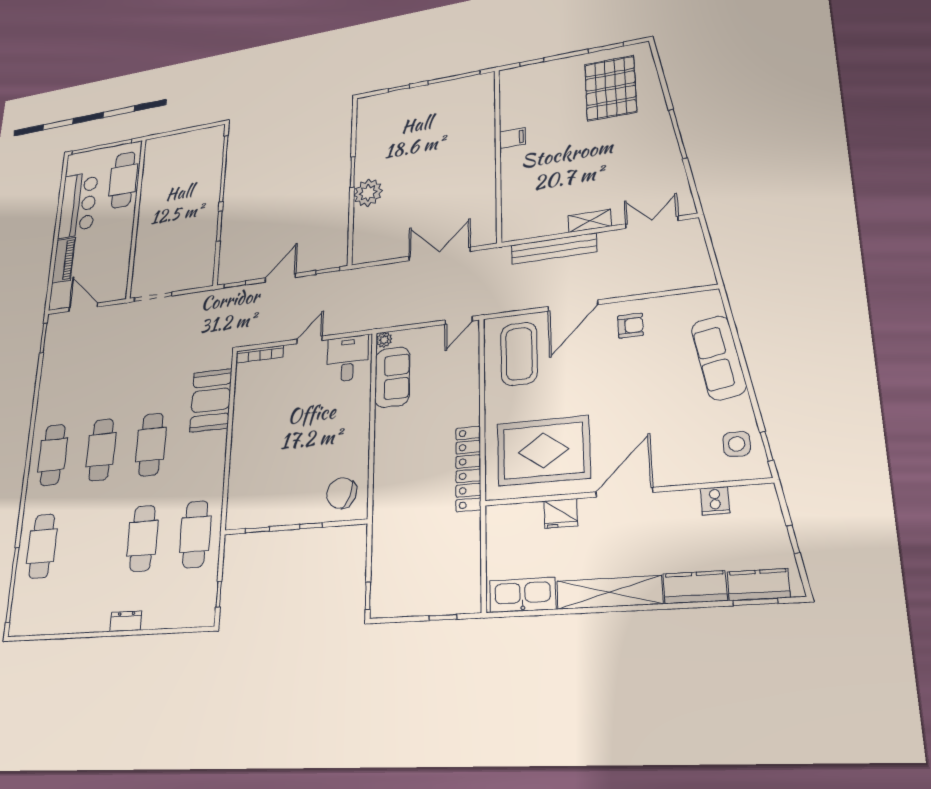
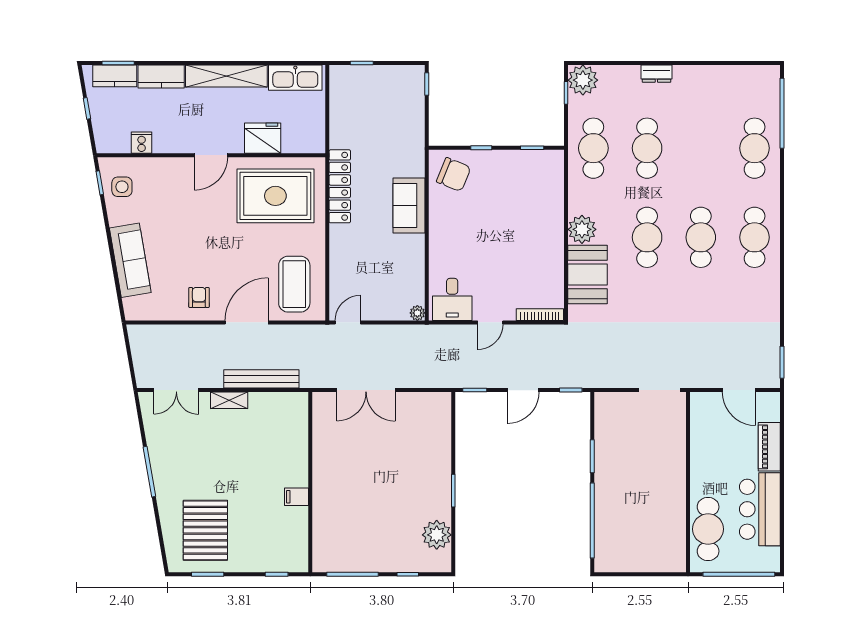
plant: (368, 193) -> (437, 535), moved
armchair: (630, 326) -> (199, 297), turned 90
sofa: (392, 377) -> (409, 206), moved
plant: (213, 446) -> (582, 229), added
door: (624, 492) -> (211, 155), width x0.73
fridge: (561, 513) -> (263, 138), width x1.36, depth x1.34
plant: (200, 610) -> (583, 80), added

